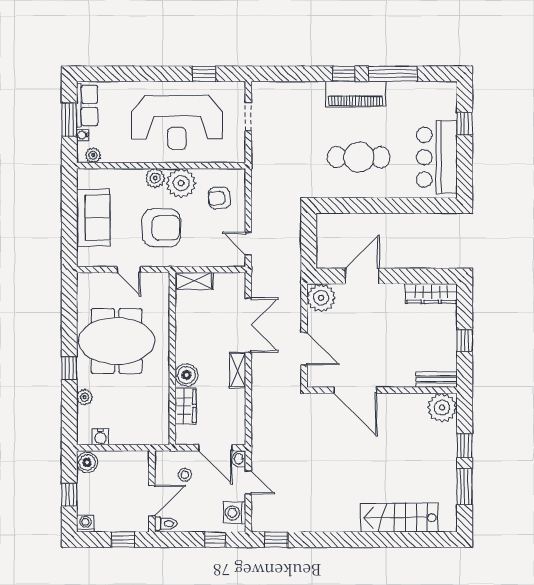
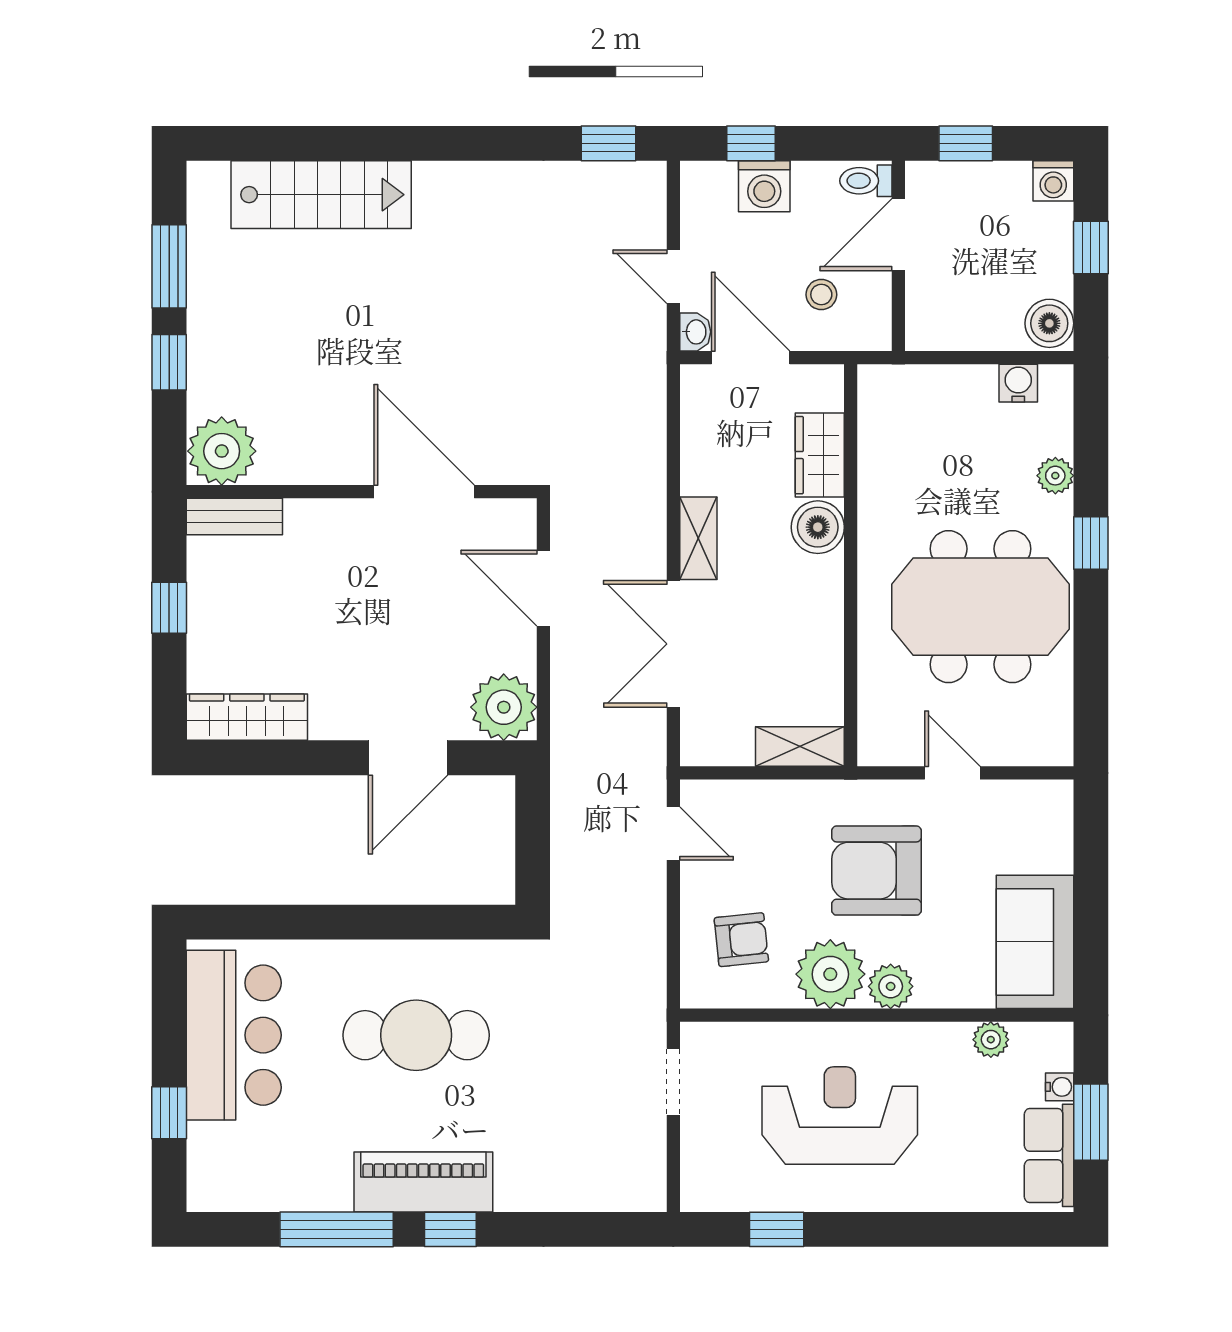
doorway: (248, 117) -> (673, 1082), moved
reception desk: (177, 123) -> (840, 1116), width x0.74, depth x0.77
plant: (93, 155) -> (991, 1040), moved
sofa: (93, 218) -> (1035, 942), moved
washing machine: (235, 513) -> (764, 186), moved, turned 90

